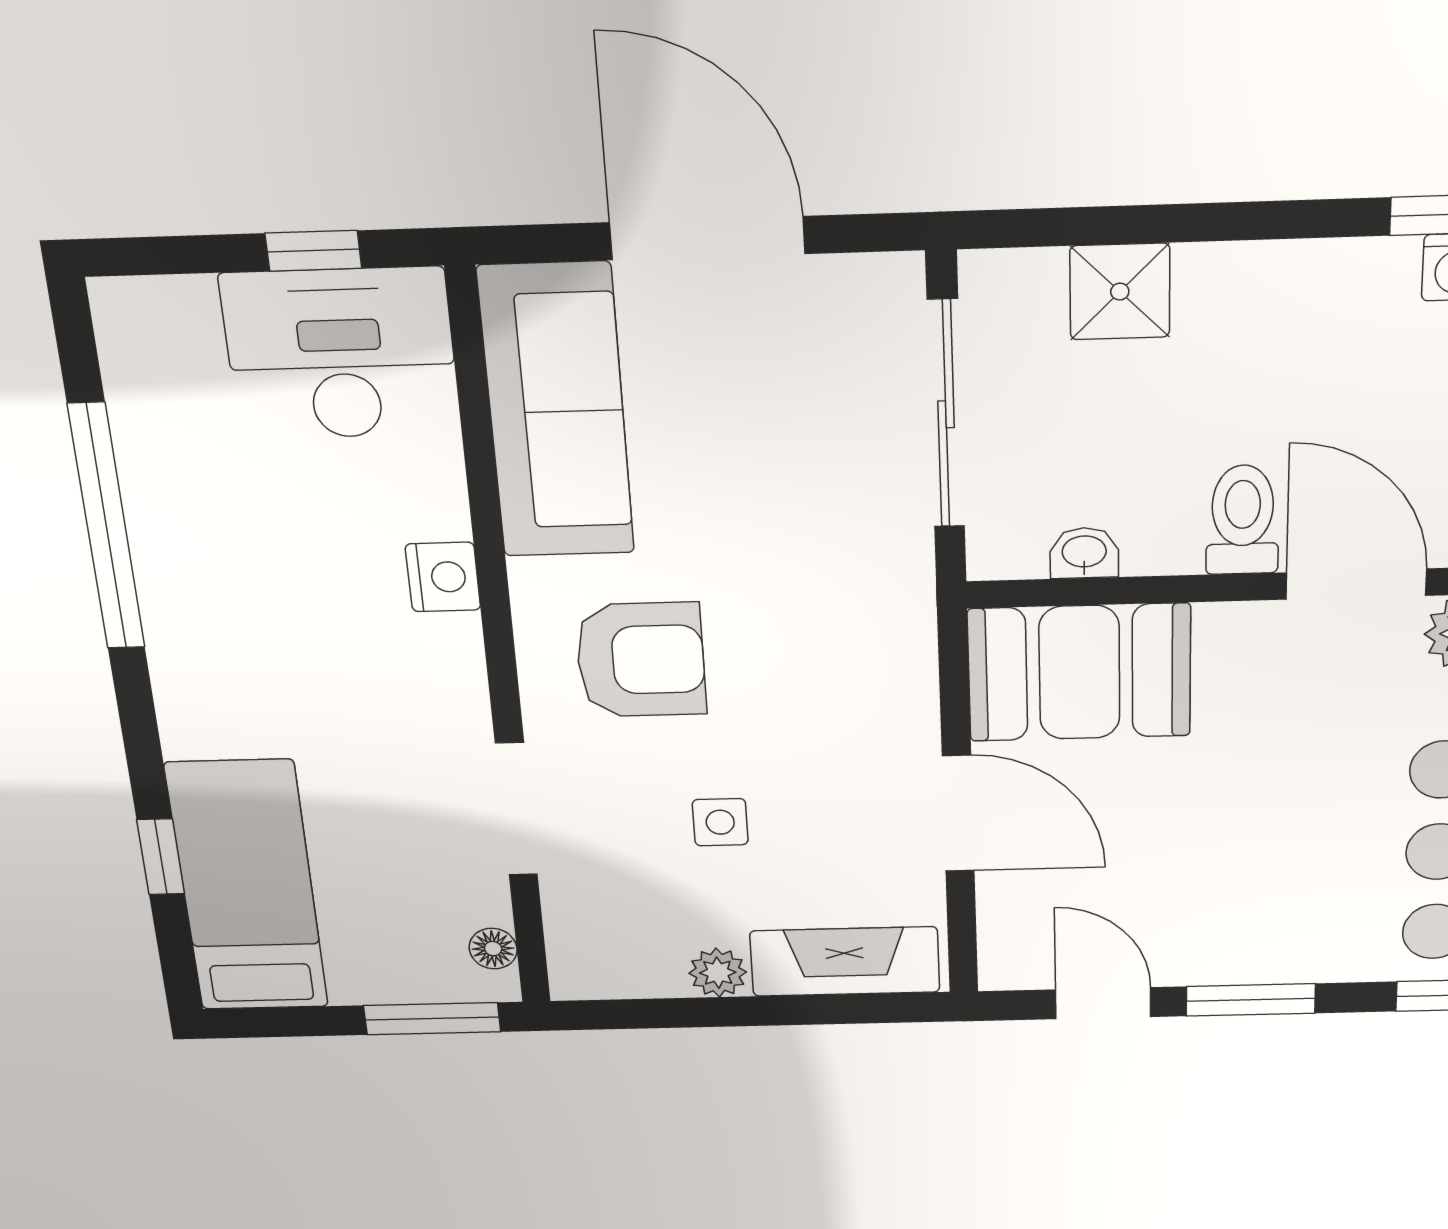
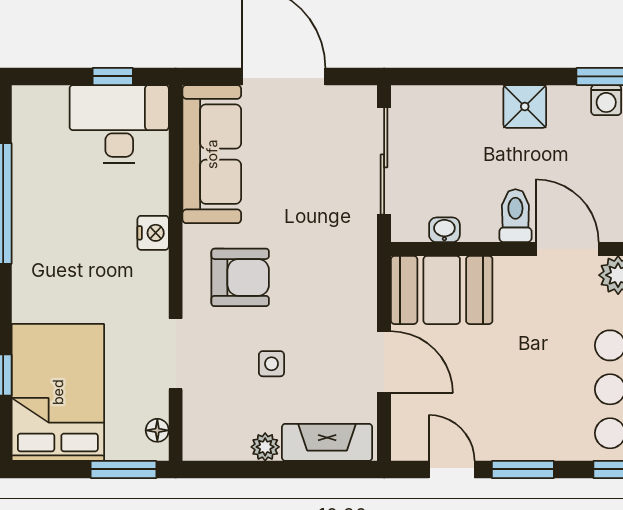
shower: (1120, 292) -> (525, 106), moved
bed: (247, 886) -> (58, 392), width x1.50

